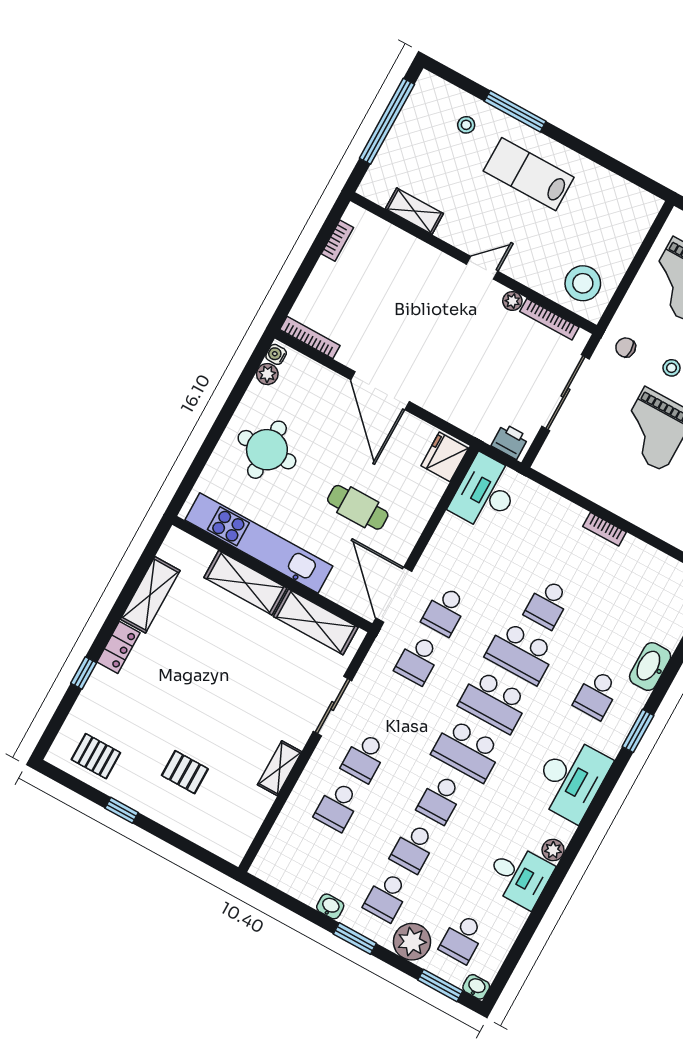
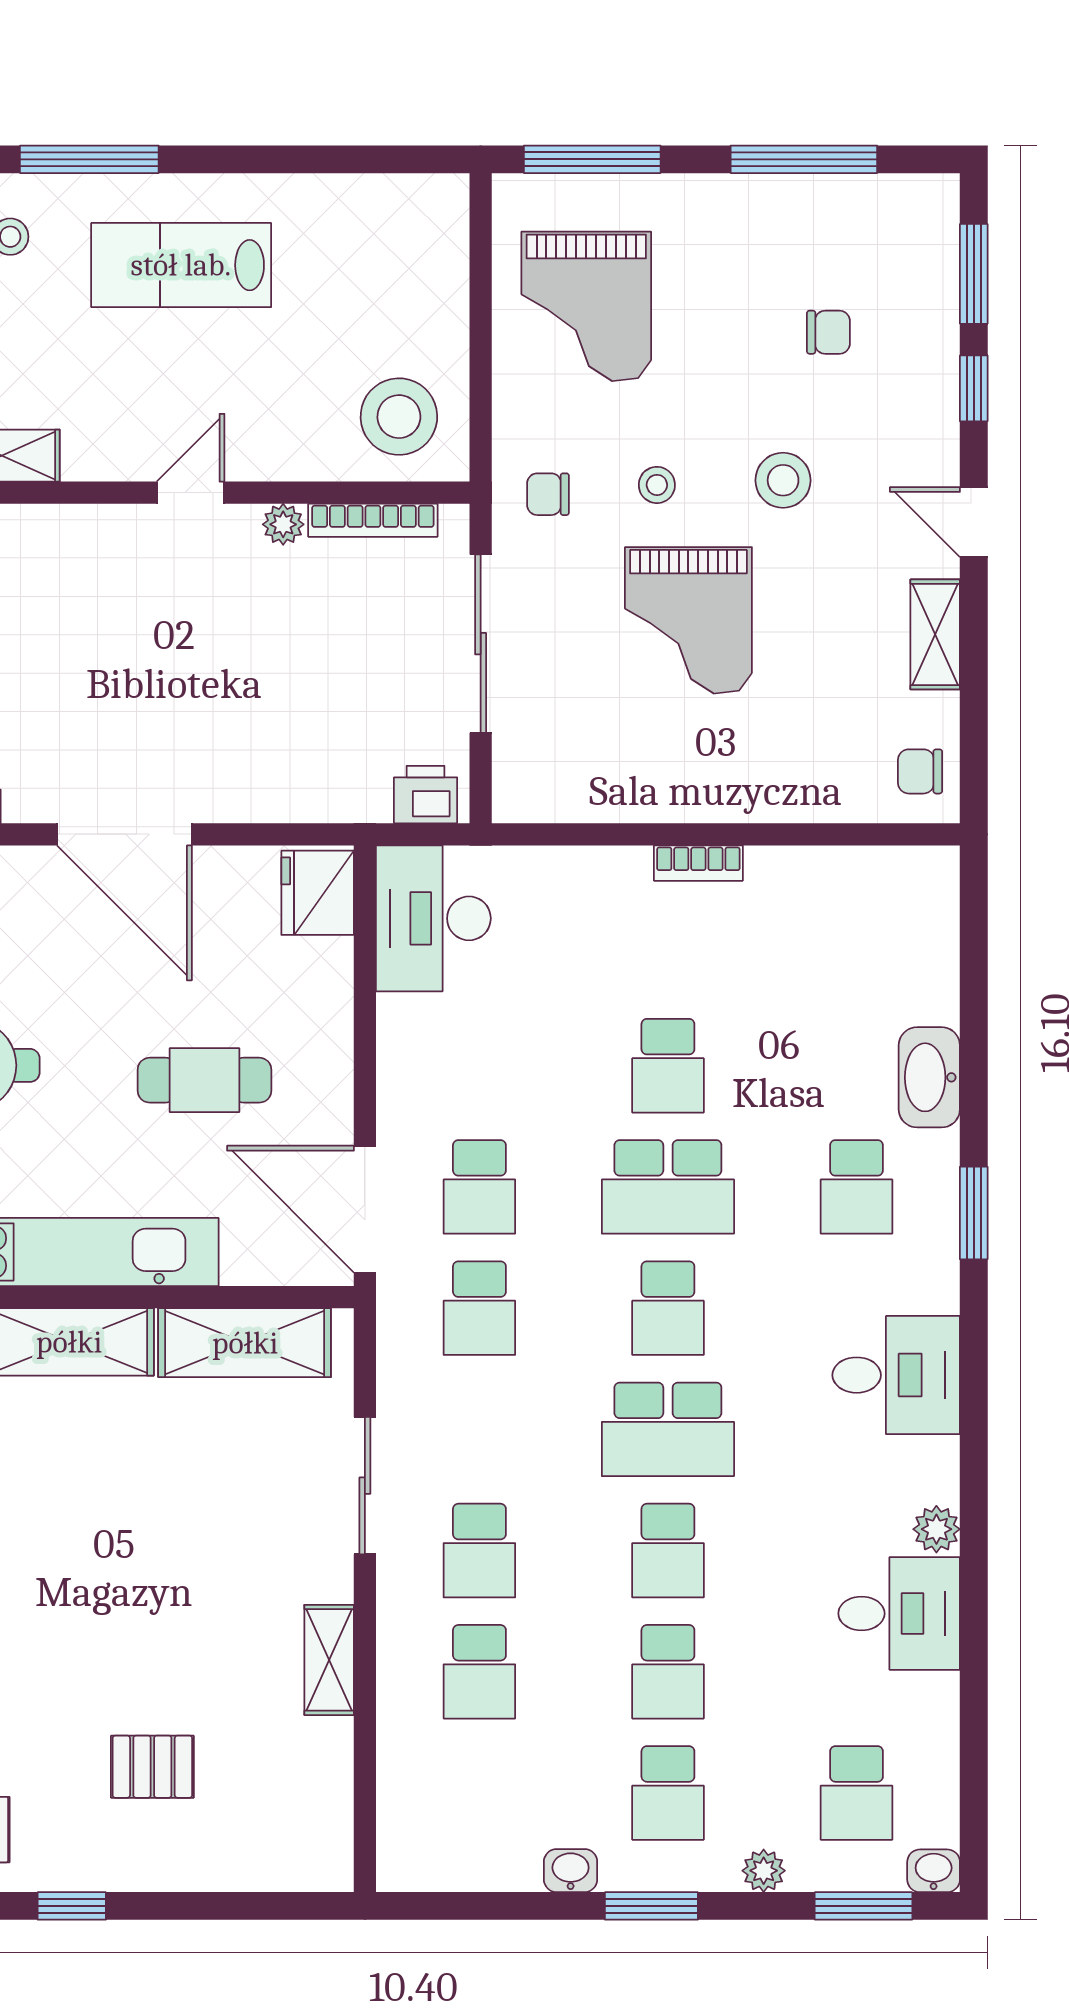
school desk: (494, 702) -> (668, 1308), width x0.54
desk: (571, 779) -> (896, 1375), width x0.73
plant: (412, 942) -> (764, 1871), width x0.53, depth x0.53

